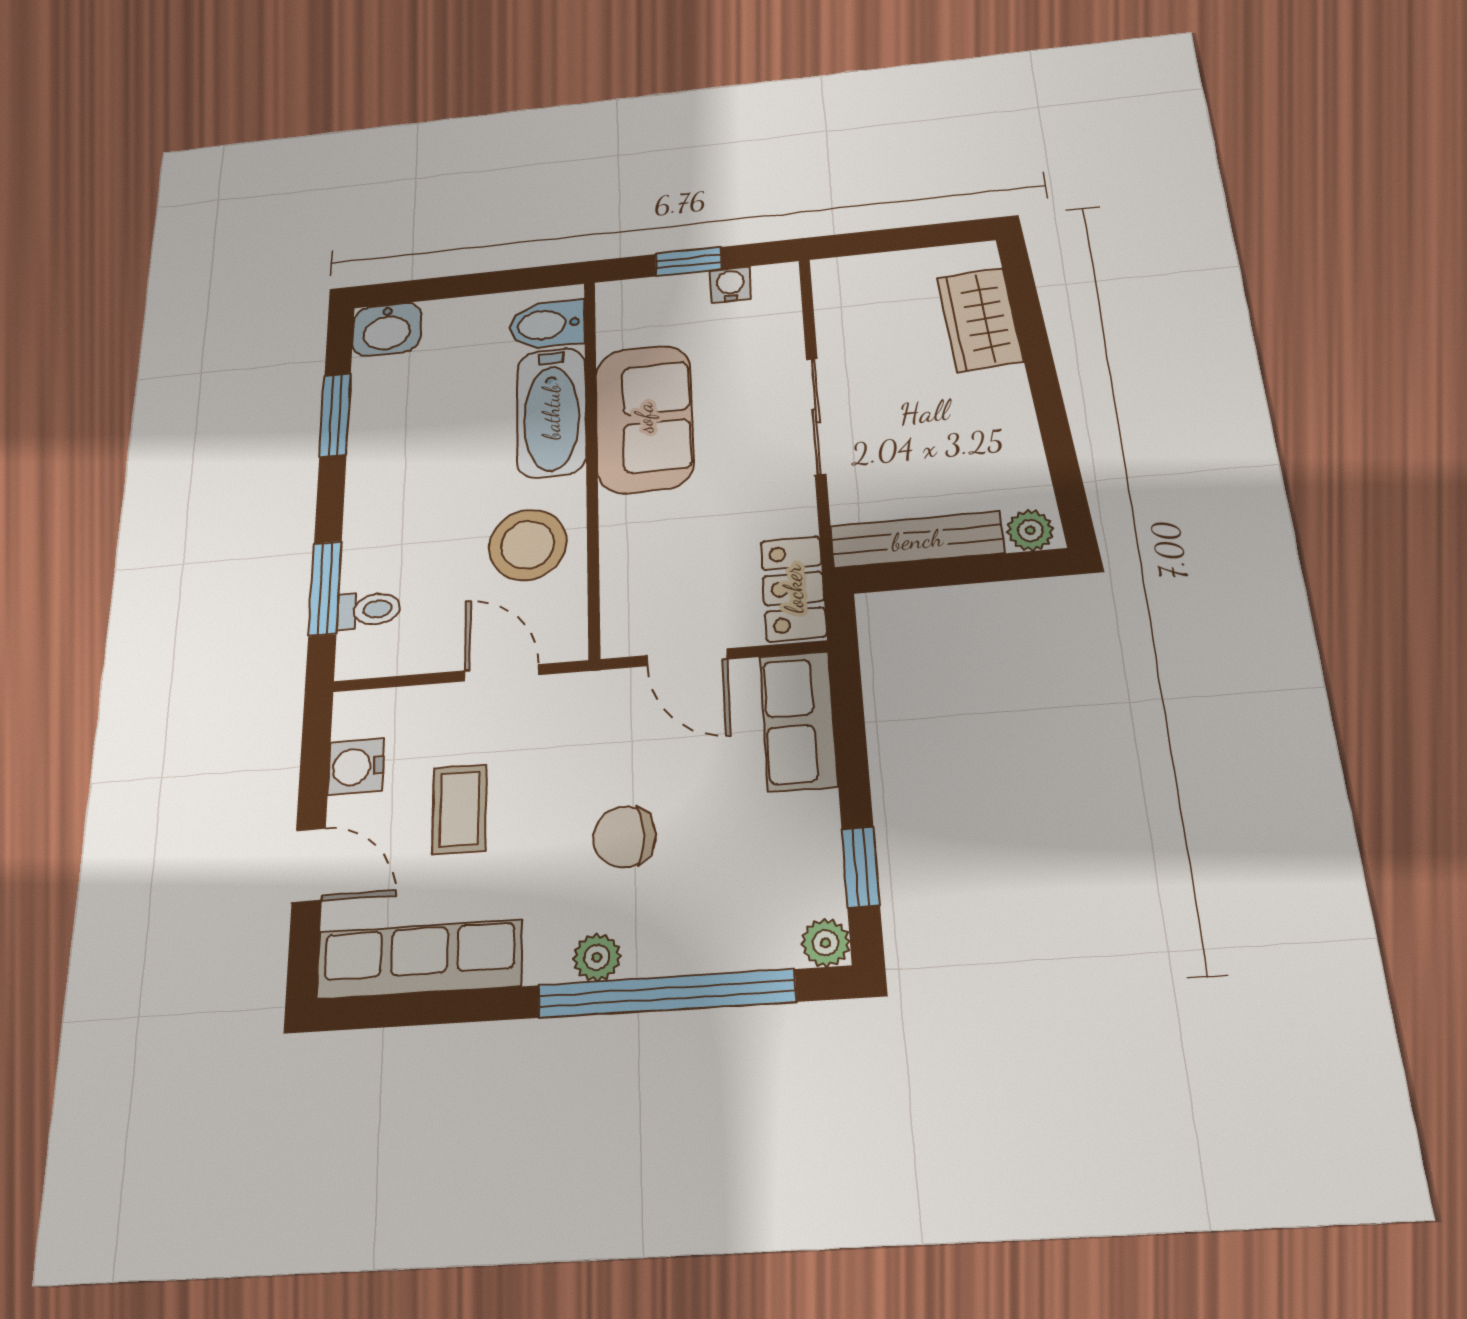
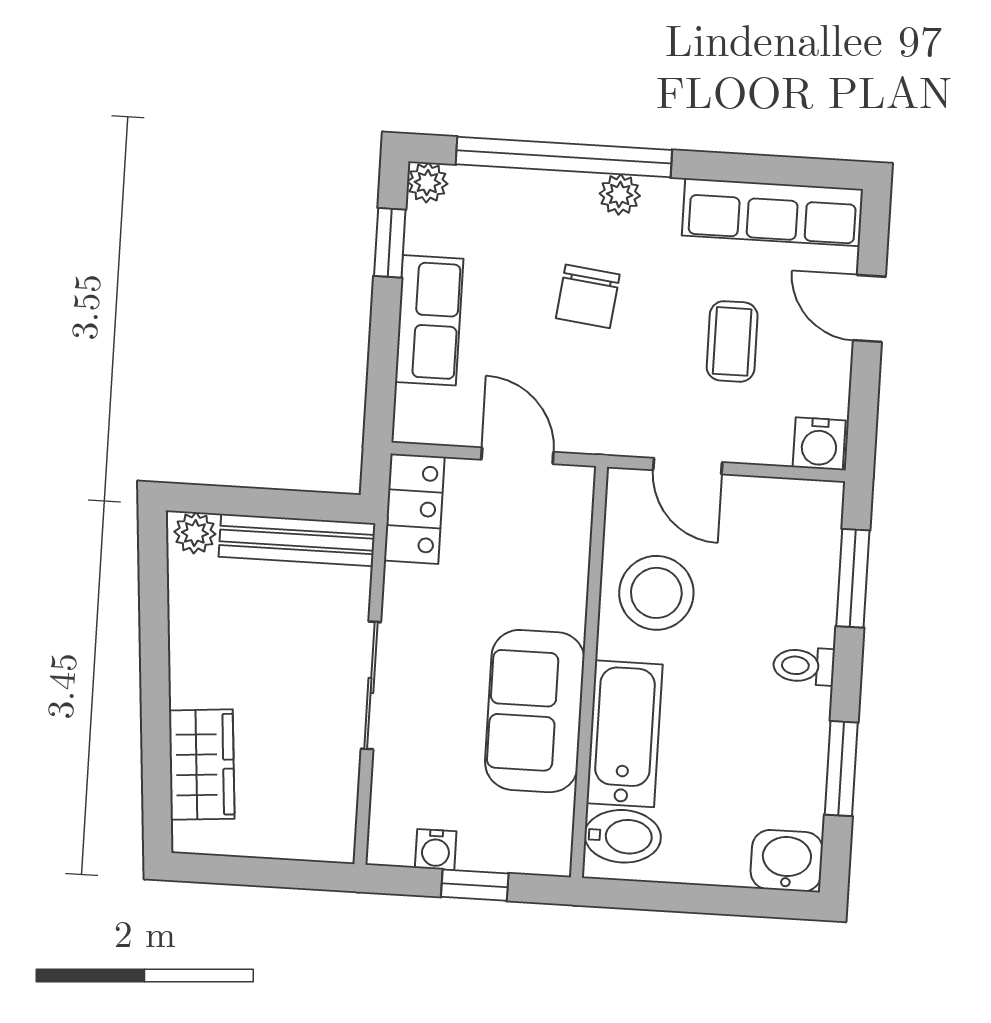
toilet: (369, 610) -> (804, 666), moved
row of seats: (798, 721) -> (429, 320), moved
water cooler: (356, 767) -> (819, 444), moved, turned 90
chair: (624, 837) -> (588, 296), turned 97

